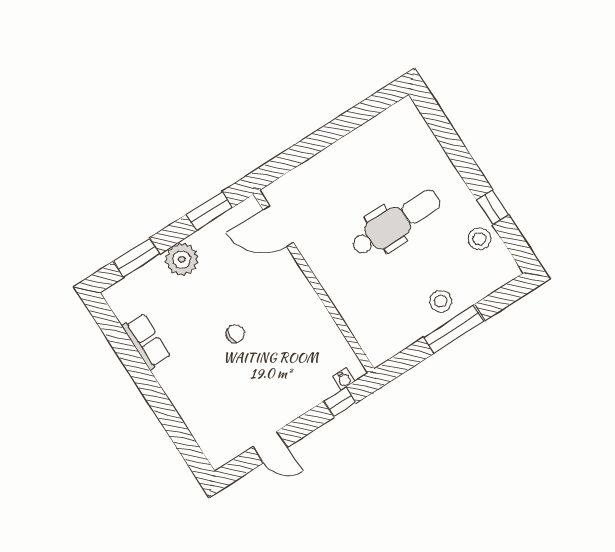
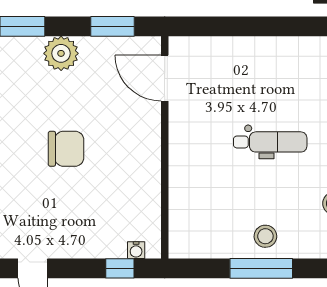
dental chair: (396, 223) -> (270, 142), width x0.73, depth x0.72
chair: (235, 334) -> (66, 149), width x1.87, depth x1.87

